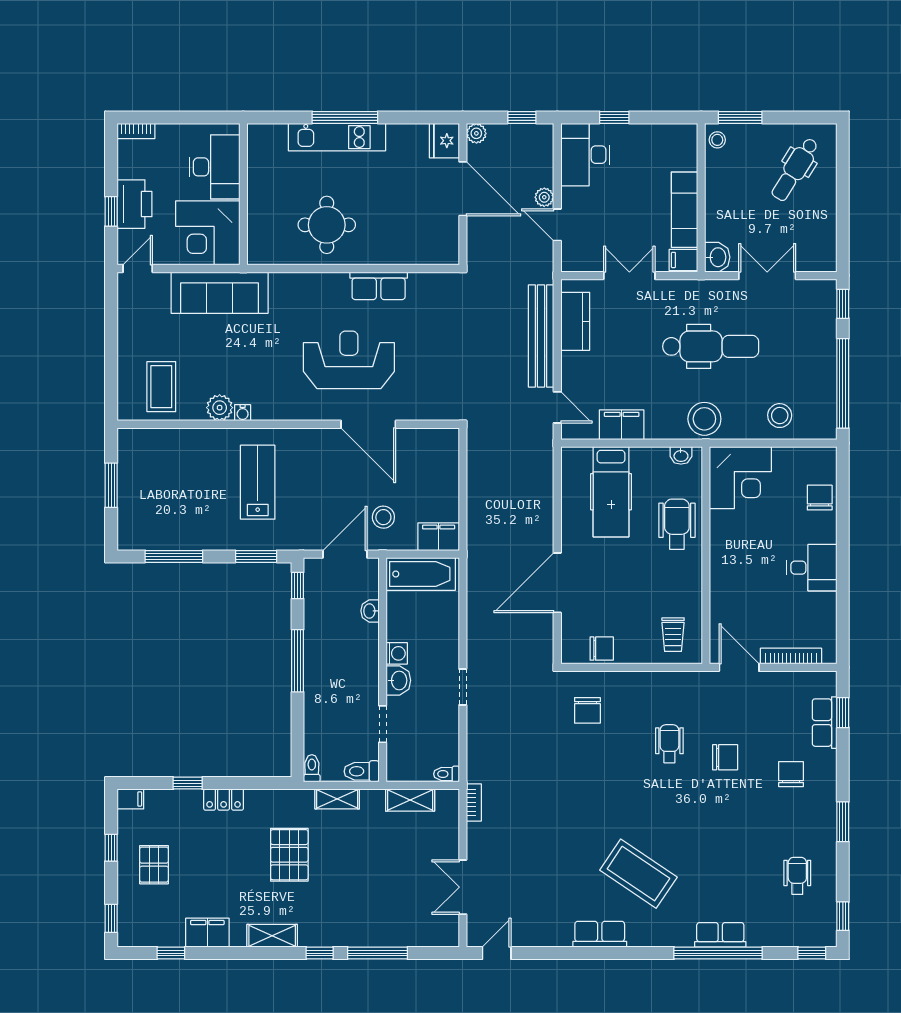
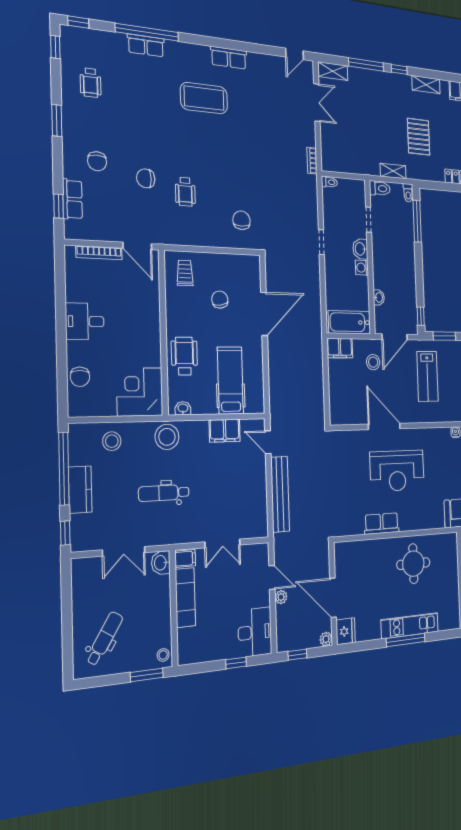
kitchen counter: (575, 321) -> (80, 490), moved, turned 180
dental chair: (711, 346) -> (164, 493), width x0.73, depth x0.72
lab bench: (258, 482) -> (427, 376), moved
wheelchair: (677, 524) -> (184, 356), turned 180
chair: (602, 649) -> (220, 300), moved, turned 80
window: (298, 661) -> (417, 221), moved
shelving: (410, 800) -> (333, 71), moved
coffee table: (638, 874) -> (204, 98), turned -34

